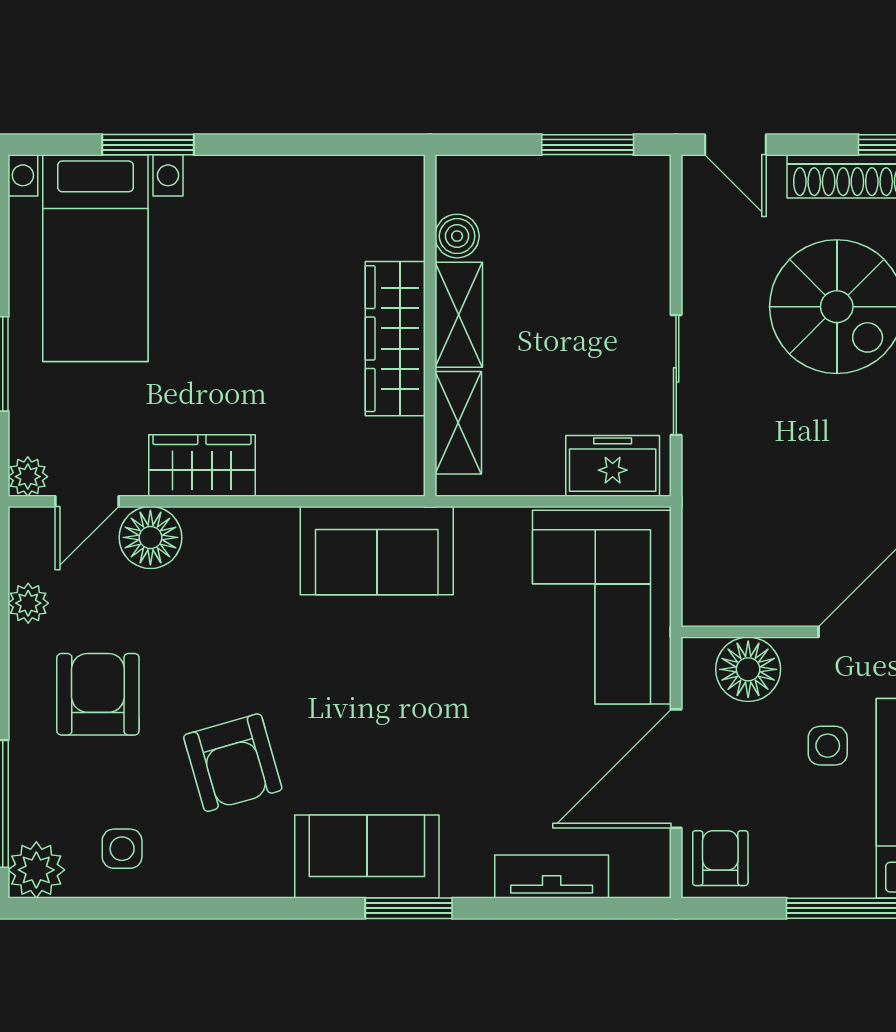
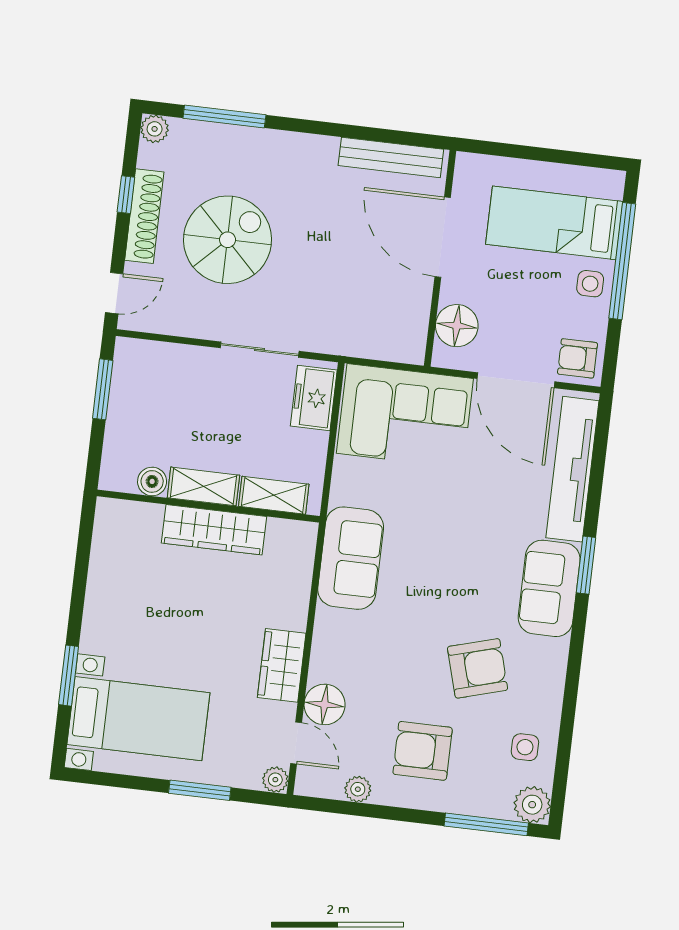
side table: (828, 746) -> (590, 284), moved
tv unit: (552, 877) -> (572, 469), width x1.92, depth x1.29

